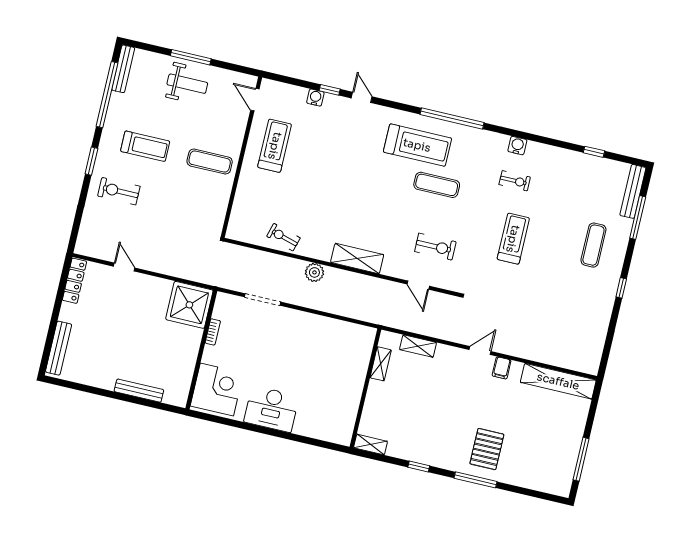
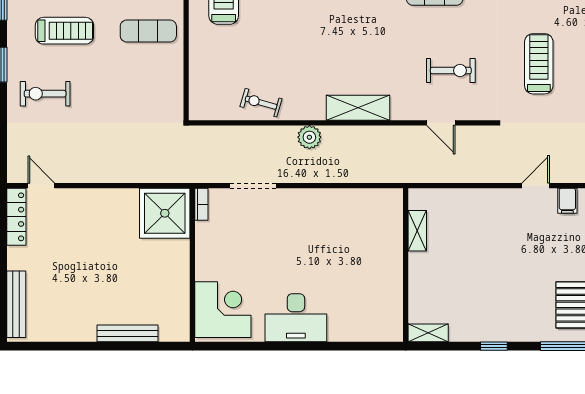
treadmill: (513, 239) -> (539, 64), moved
door: (124, 267) -> (41, 186), moved
bookcase: (213, 332) -> (201, 204), moved
shelving: (418, 346) -> (458, 198), removed

